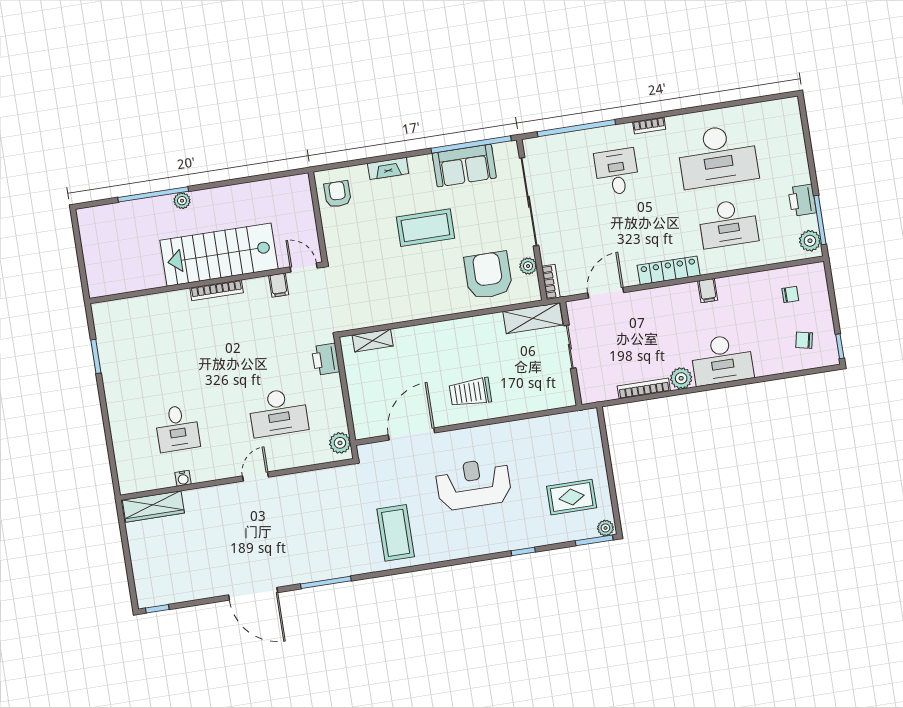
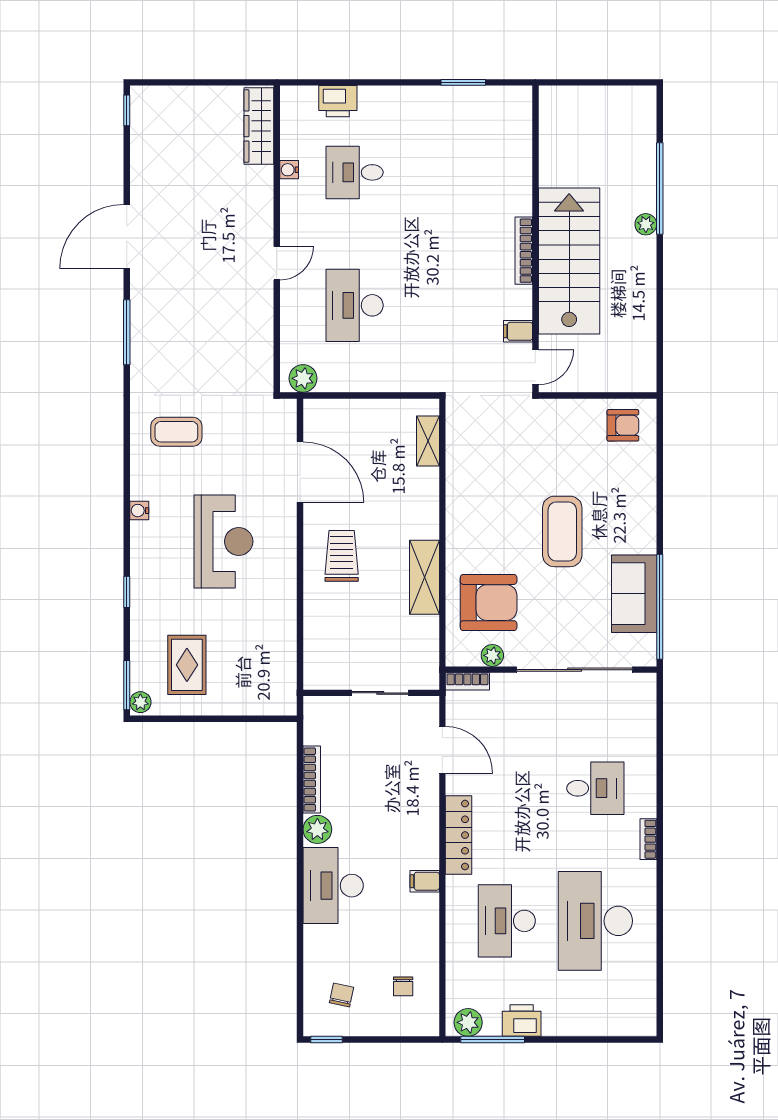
window: (576, 128) -> (660, 745), removed
fireplace: (388, 168) -> (646, 495), removed
shelving: (533, 318) -> (424, 577), moved
printer: (325, 359) -> (338, 101), moved, turned 180
door: (255, 477) -> (277, 263), hinge flipped
coffee table: (396, 533) -> (176, 432), width x0.73, depth x0.76
water cooler: (460, 552) -> (139, 511), added

